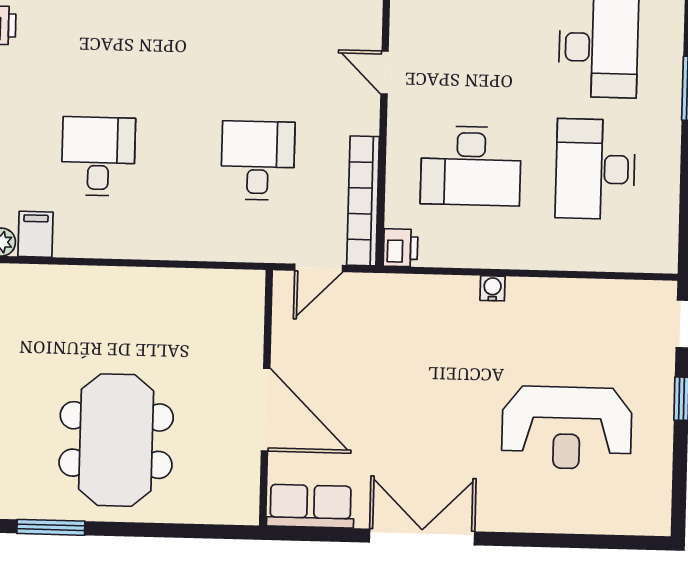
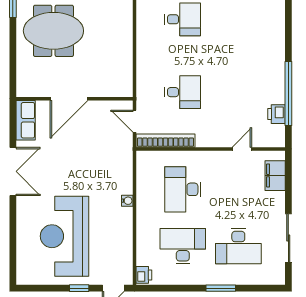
door: (385, 73) -> (242, 149), moved
printer: (401, 248) -> (144, 275), moved, turned -90
reception desk: (567, 428) -> (64, 236), width x1.36, depth x1.30

